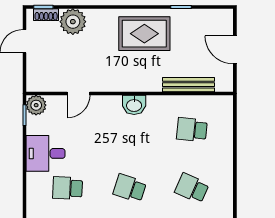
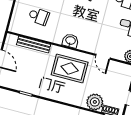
rug: (144, 34) -> (70, 68), moved
door: (78, 94) -> (103, 57), swing flipped

